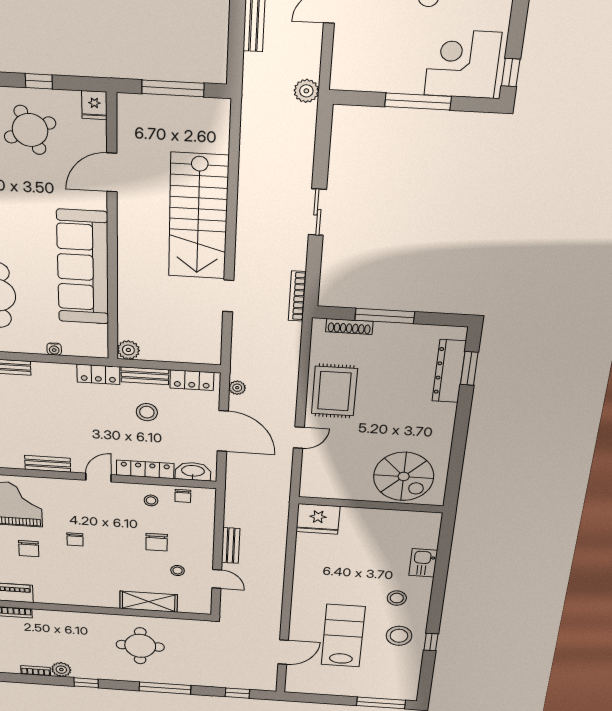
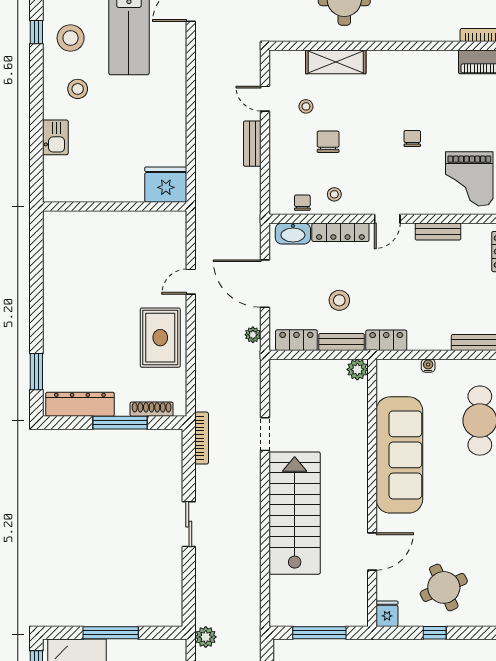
dresser: (449, 371) -> (80, 404), moved, turned -90
spiral stairs: (404, 476) -> (85, 243), removed
chair: (29, 549) -> (461, 122), removed

